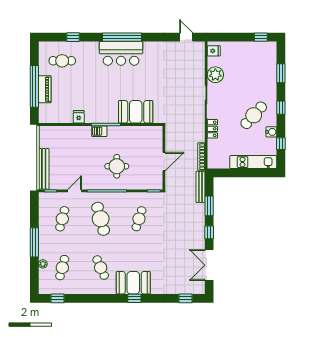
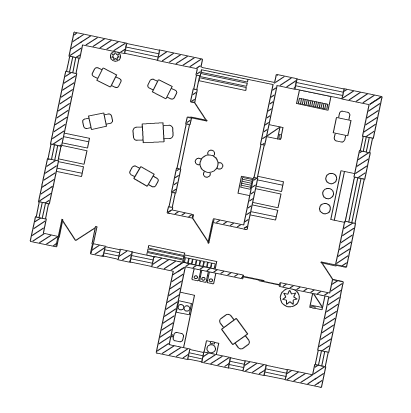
door: (186, 37) -> (339, 273), swing flipped
locker: (212, 129) -> (204, 276), moved
barbecue: (99, 131) -> (246, 186), moved

